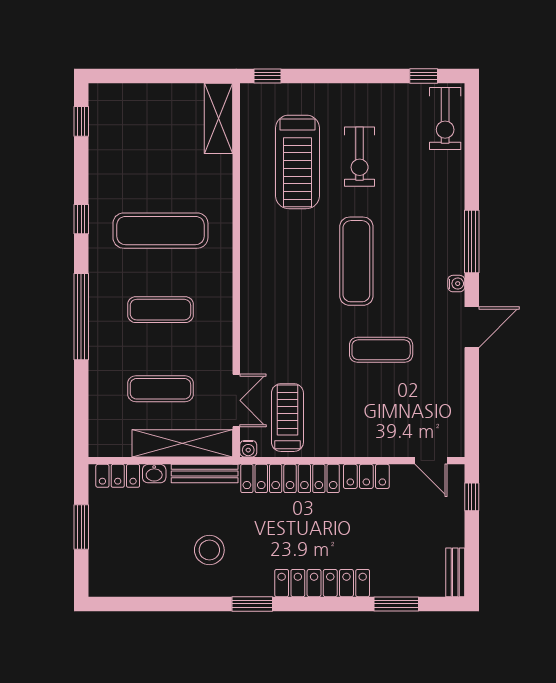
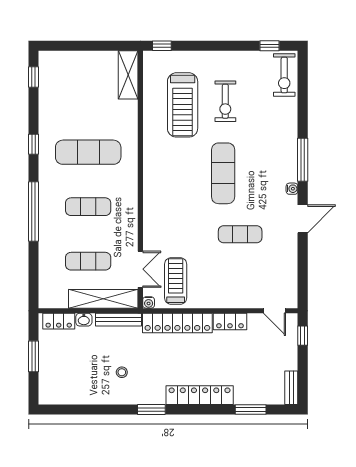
stool: (209, 550) -> (122, 372), width x0.53, depth x0.53

